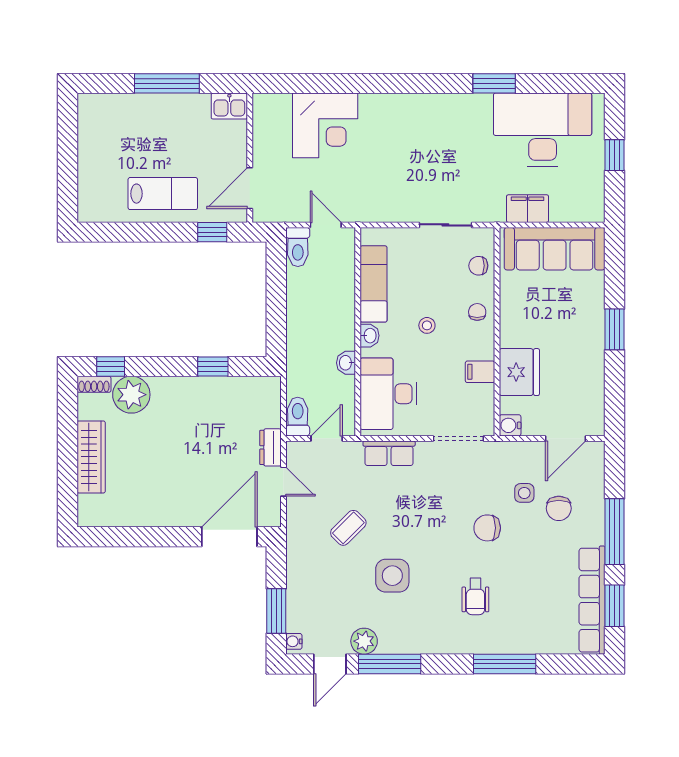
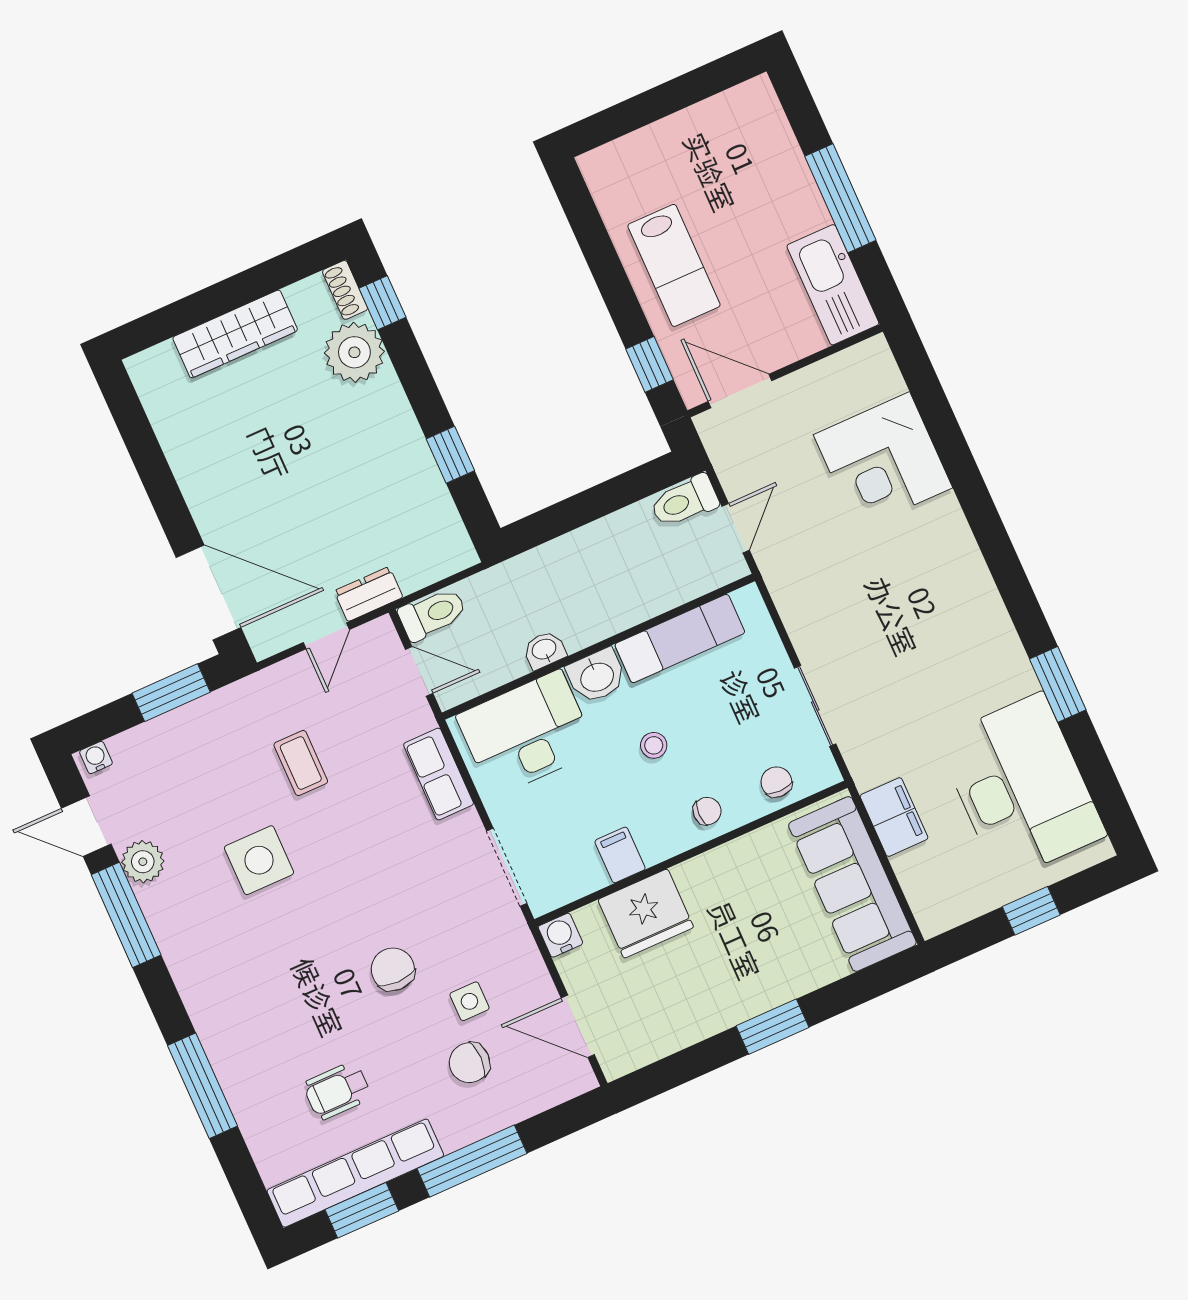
kitchen sink: (229, 106) -> (833, 285), width x1.87, depth x1.24
washbasin: (370, 336) -> (597, 676), width x1.38, depth x1.45
coffee table: (348, 528) -> (301, 763), turned 45
wheelchair: (475, 596) -> (337, 1091), moved
window: (276, 611) -> (171, 693), moved

